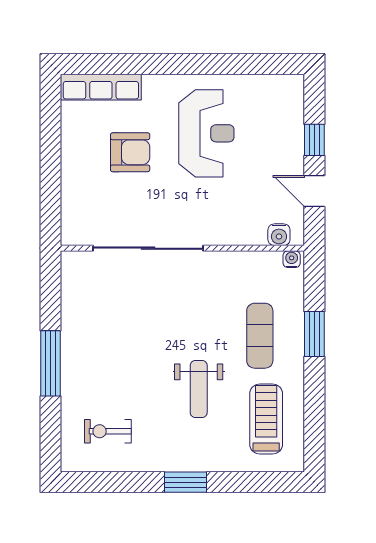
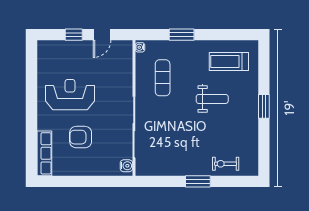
armchair: (130, 152) -> (81, 137), turned -90
water cooler: (279, 235) -> (126, 166), moved
exercise mat: (260, 336) -> (163, 78), moved, turned 90
window: (51, 363) -> (198, 181), width x0.69
exercise bike: (108, 431) -> (226, 164), moved, turned 90

